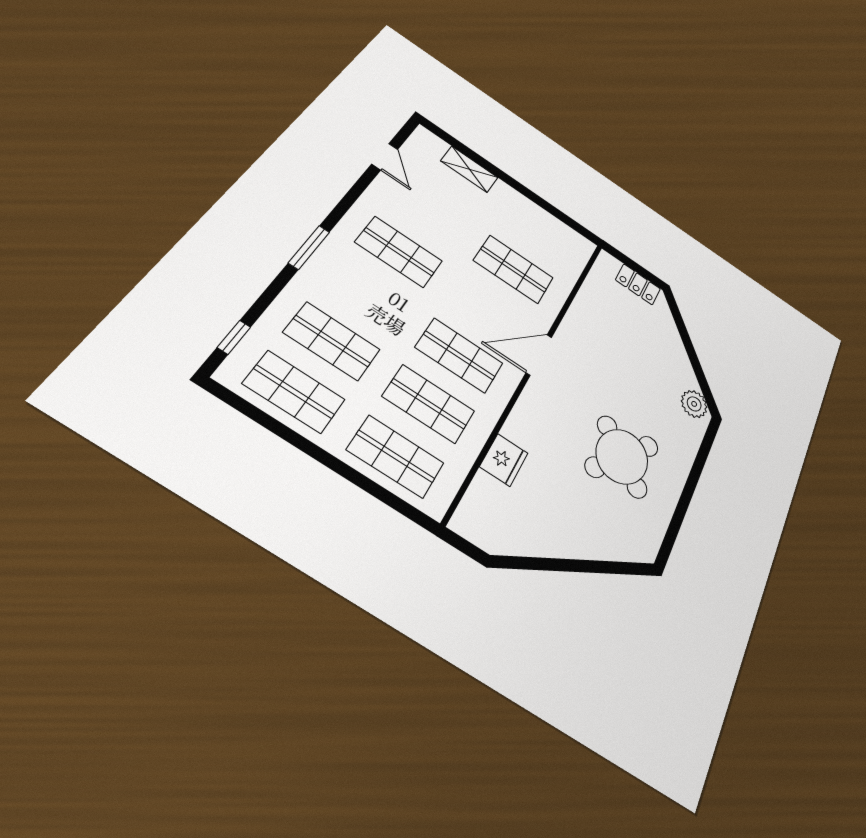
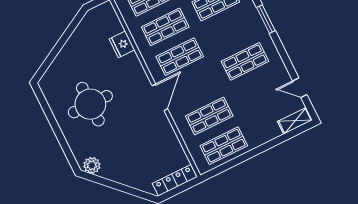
shelving: (469, 169) -> (295, 121), moved
shop shelf: (538, 231) -> (224, 146), added
locker: (638, 284) -> (175, 180), width x1.53
round table: (622, 457) -> (90, 104), turned -37

